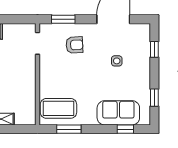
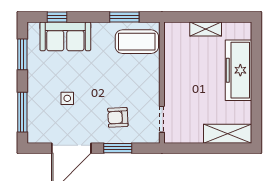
window: (63, 19) -> (118, 148), moved
window: (154, 49) -> (22, 112), width x2.17
window: (154, 98) -> (22, 54), width x1.50

